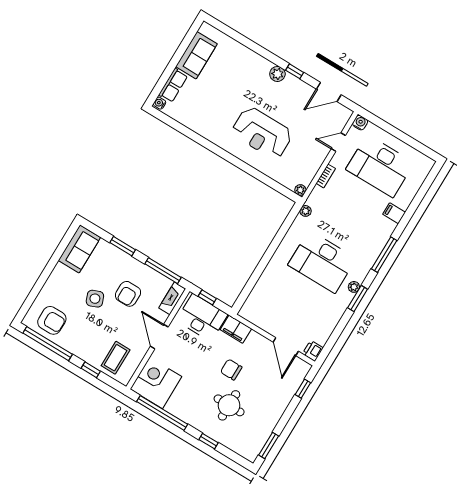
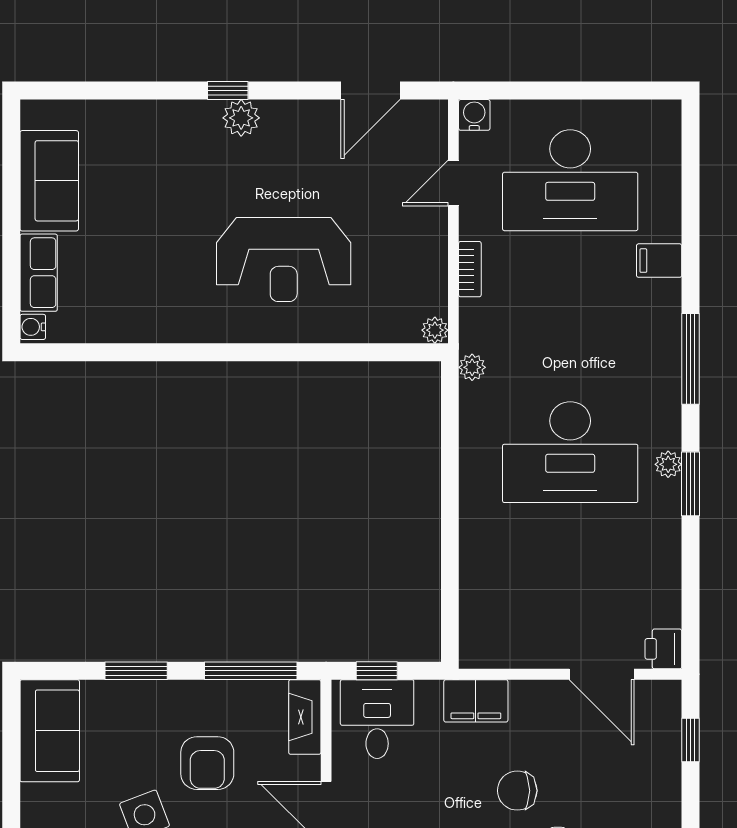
window: (295, 71) -> (228, 91), moved
desk: (202, 317) -> (377, 719), width x0.73

